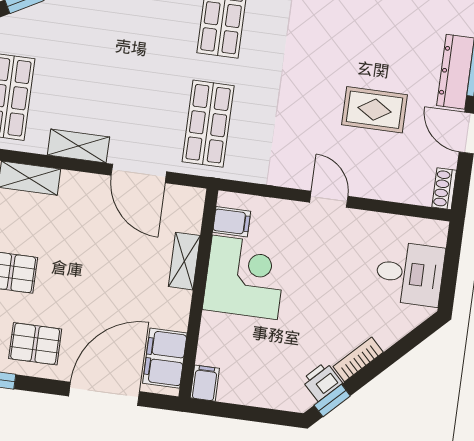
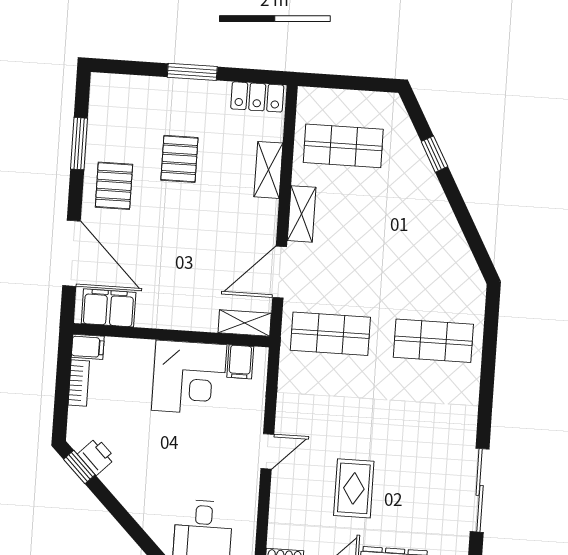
shelving: (184, 261) -> (245, 323), moved
bookcase: (358, 359) -> (79, 383), moved, turned 45

